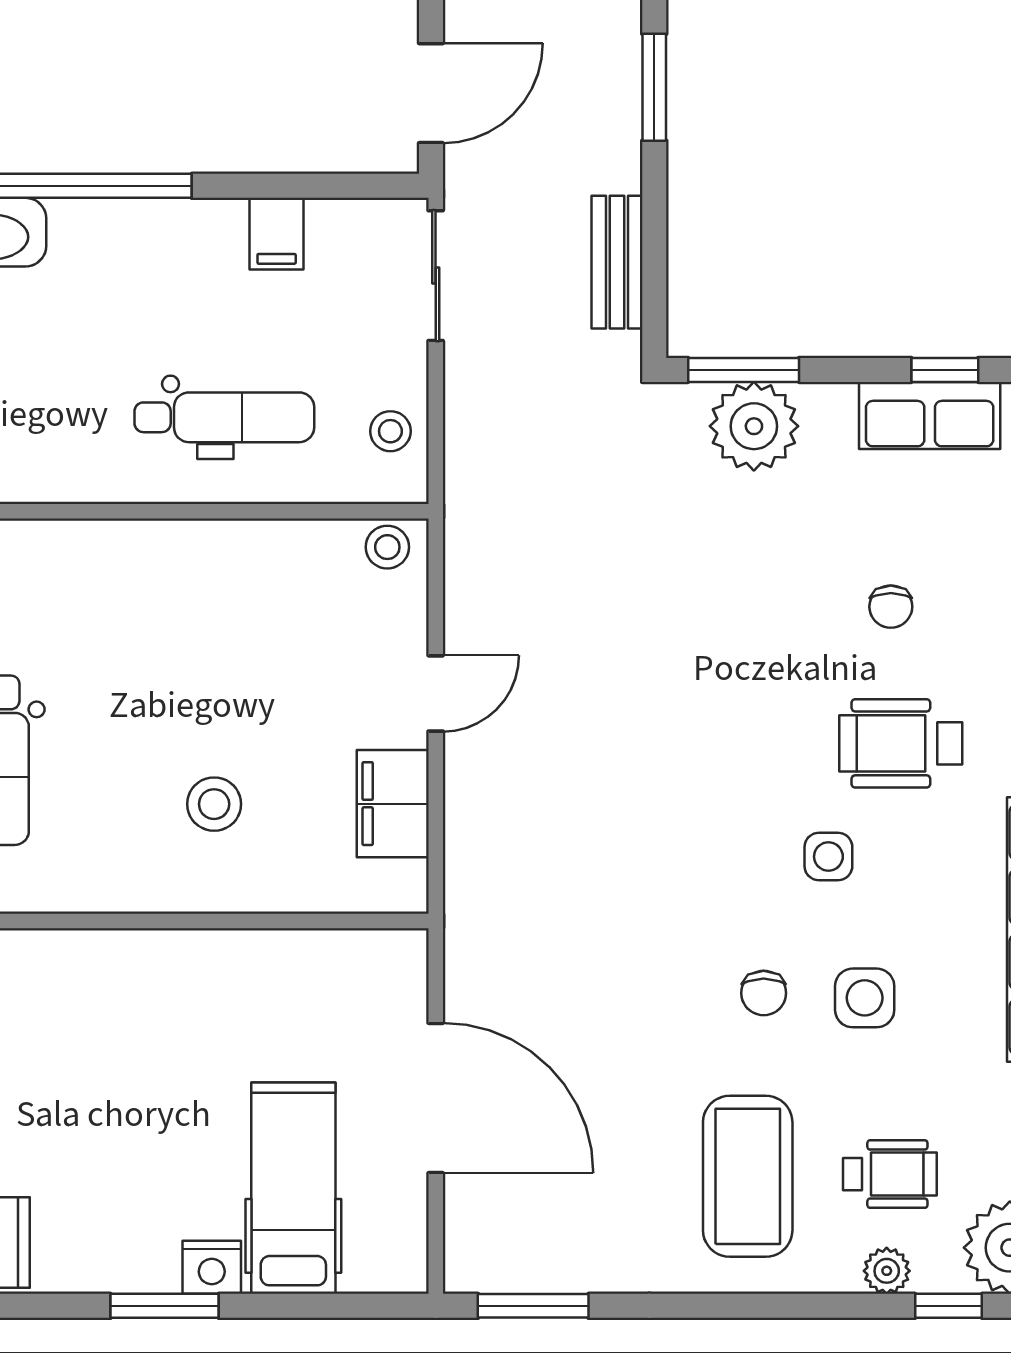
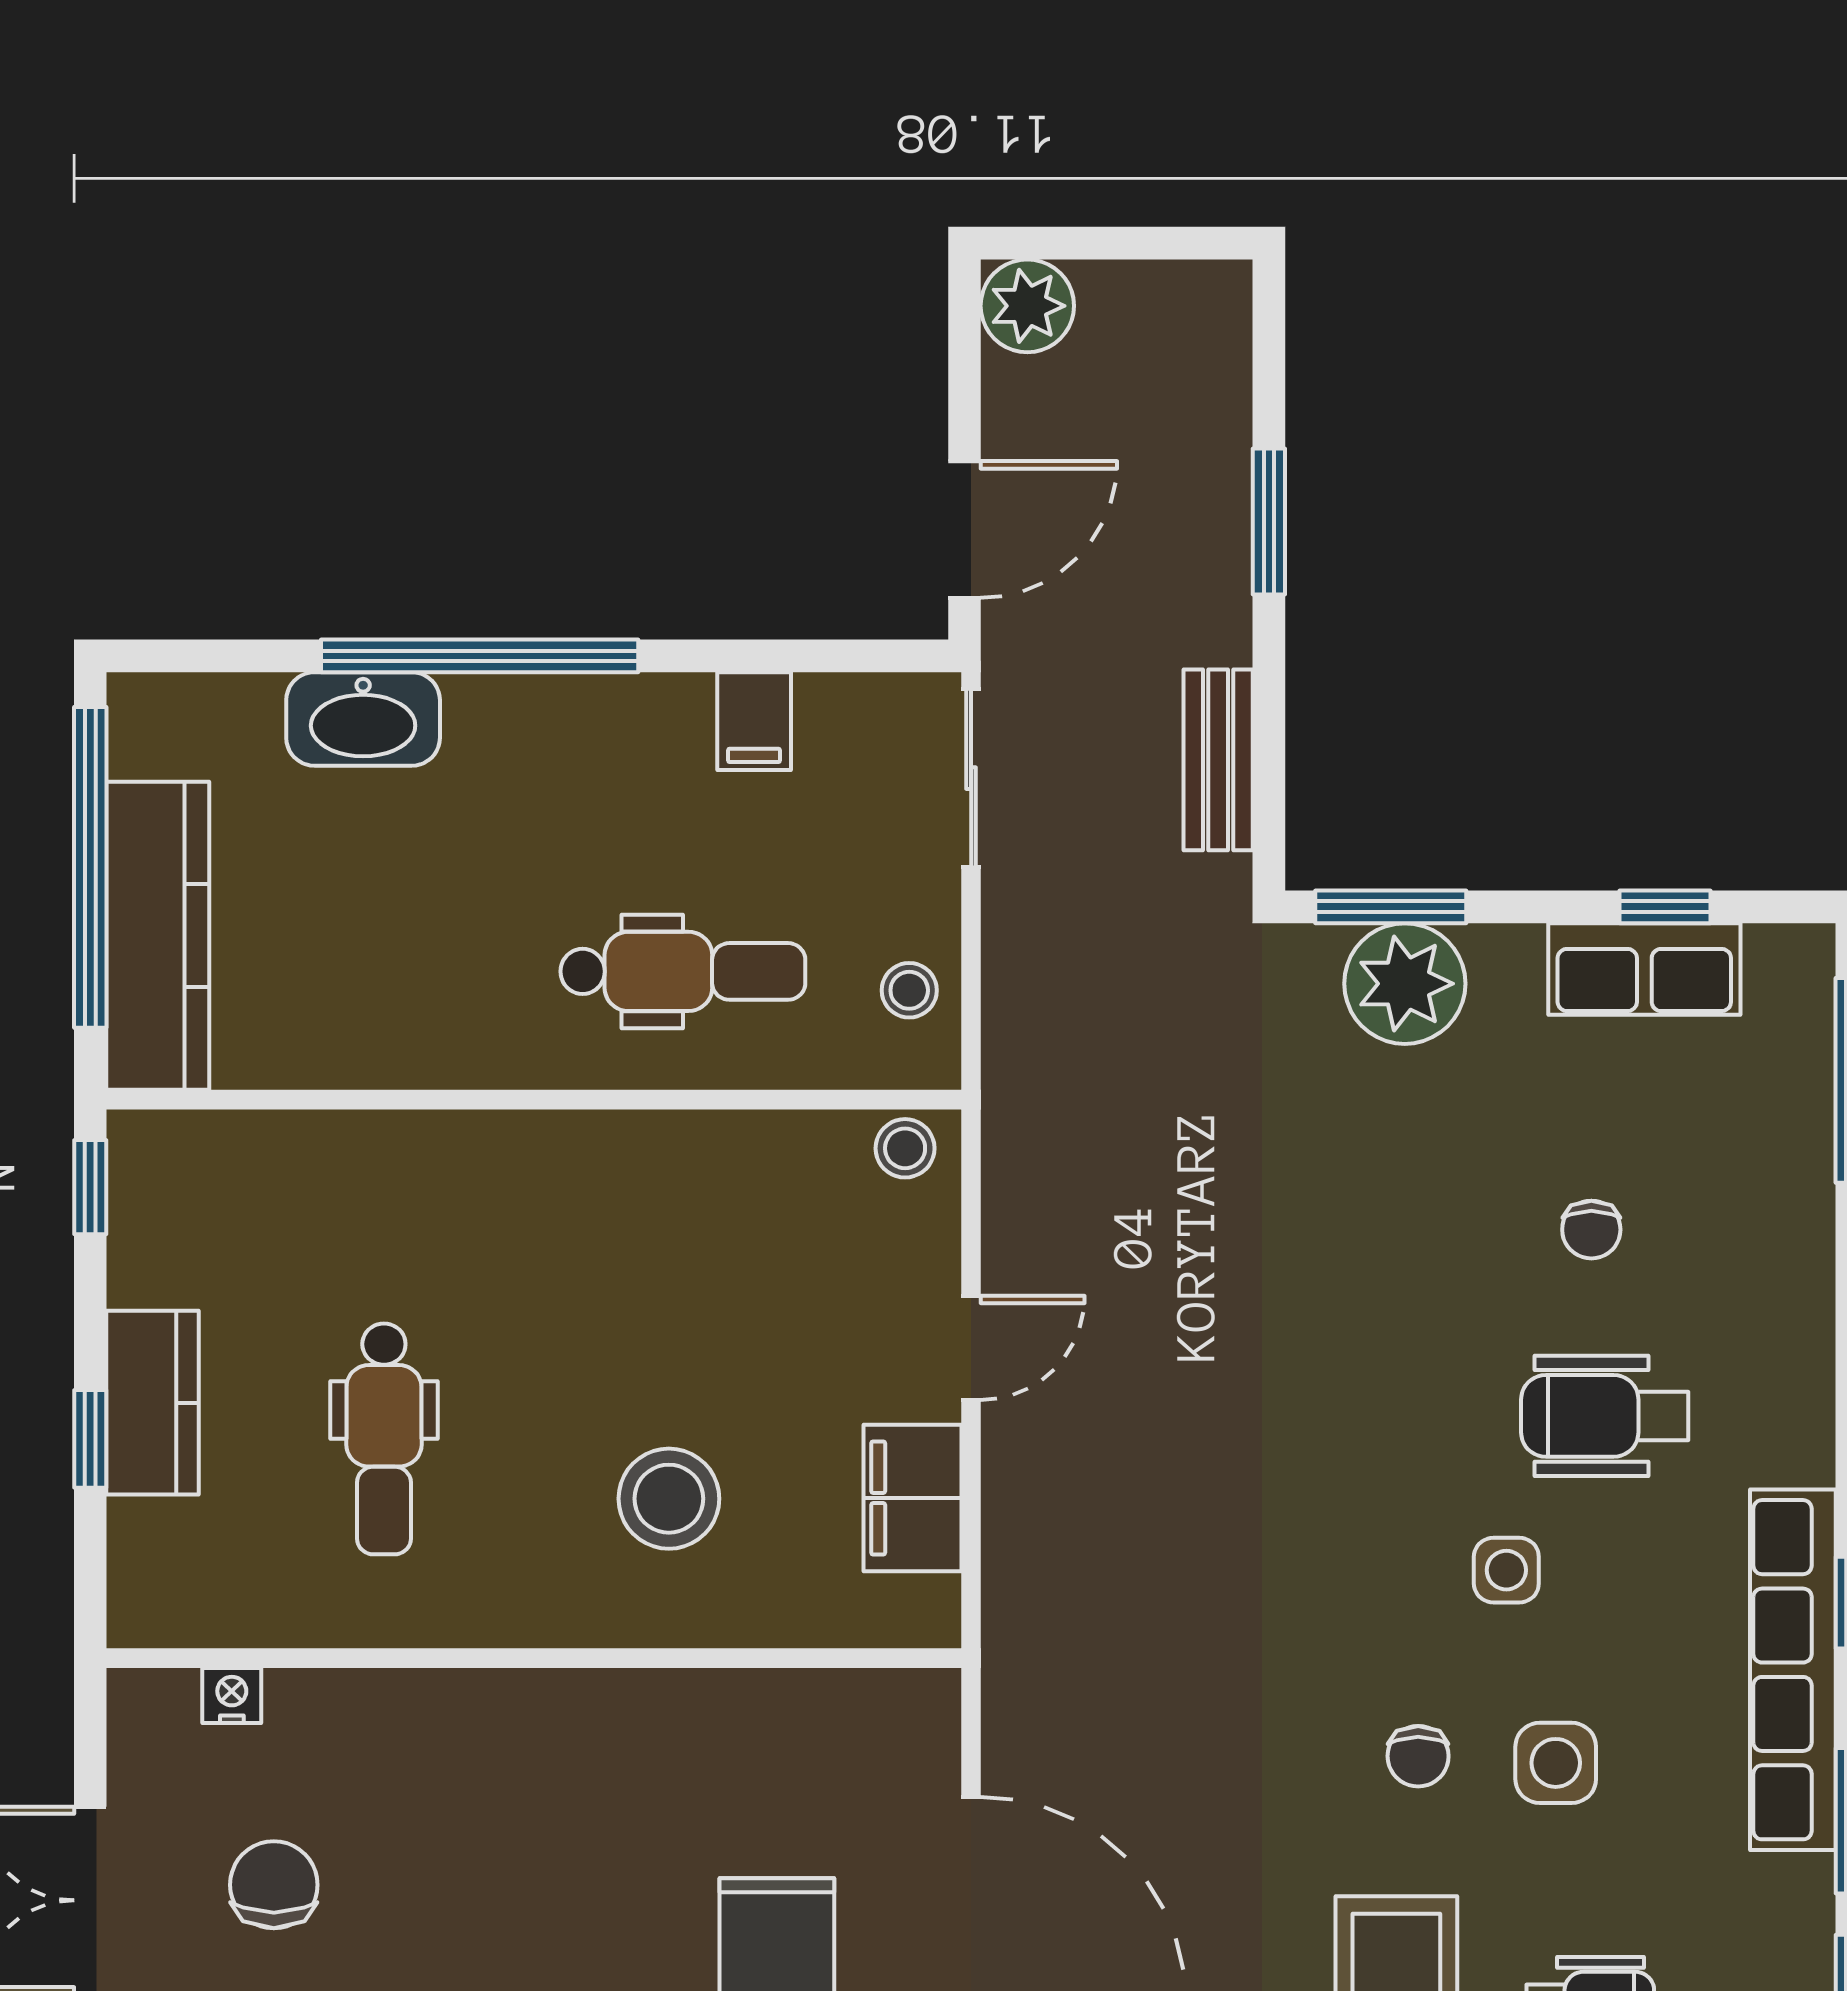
stool: (214, 804) -> (669, 1499), width x1.38, depth x1.38

